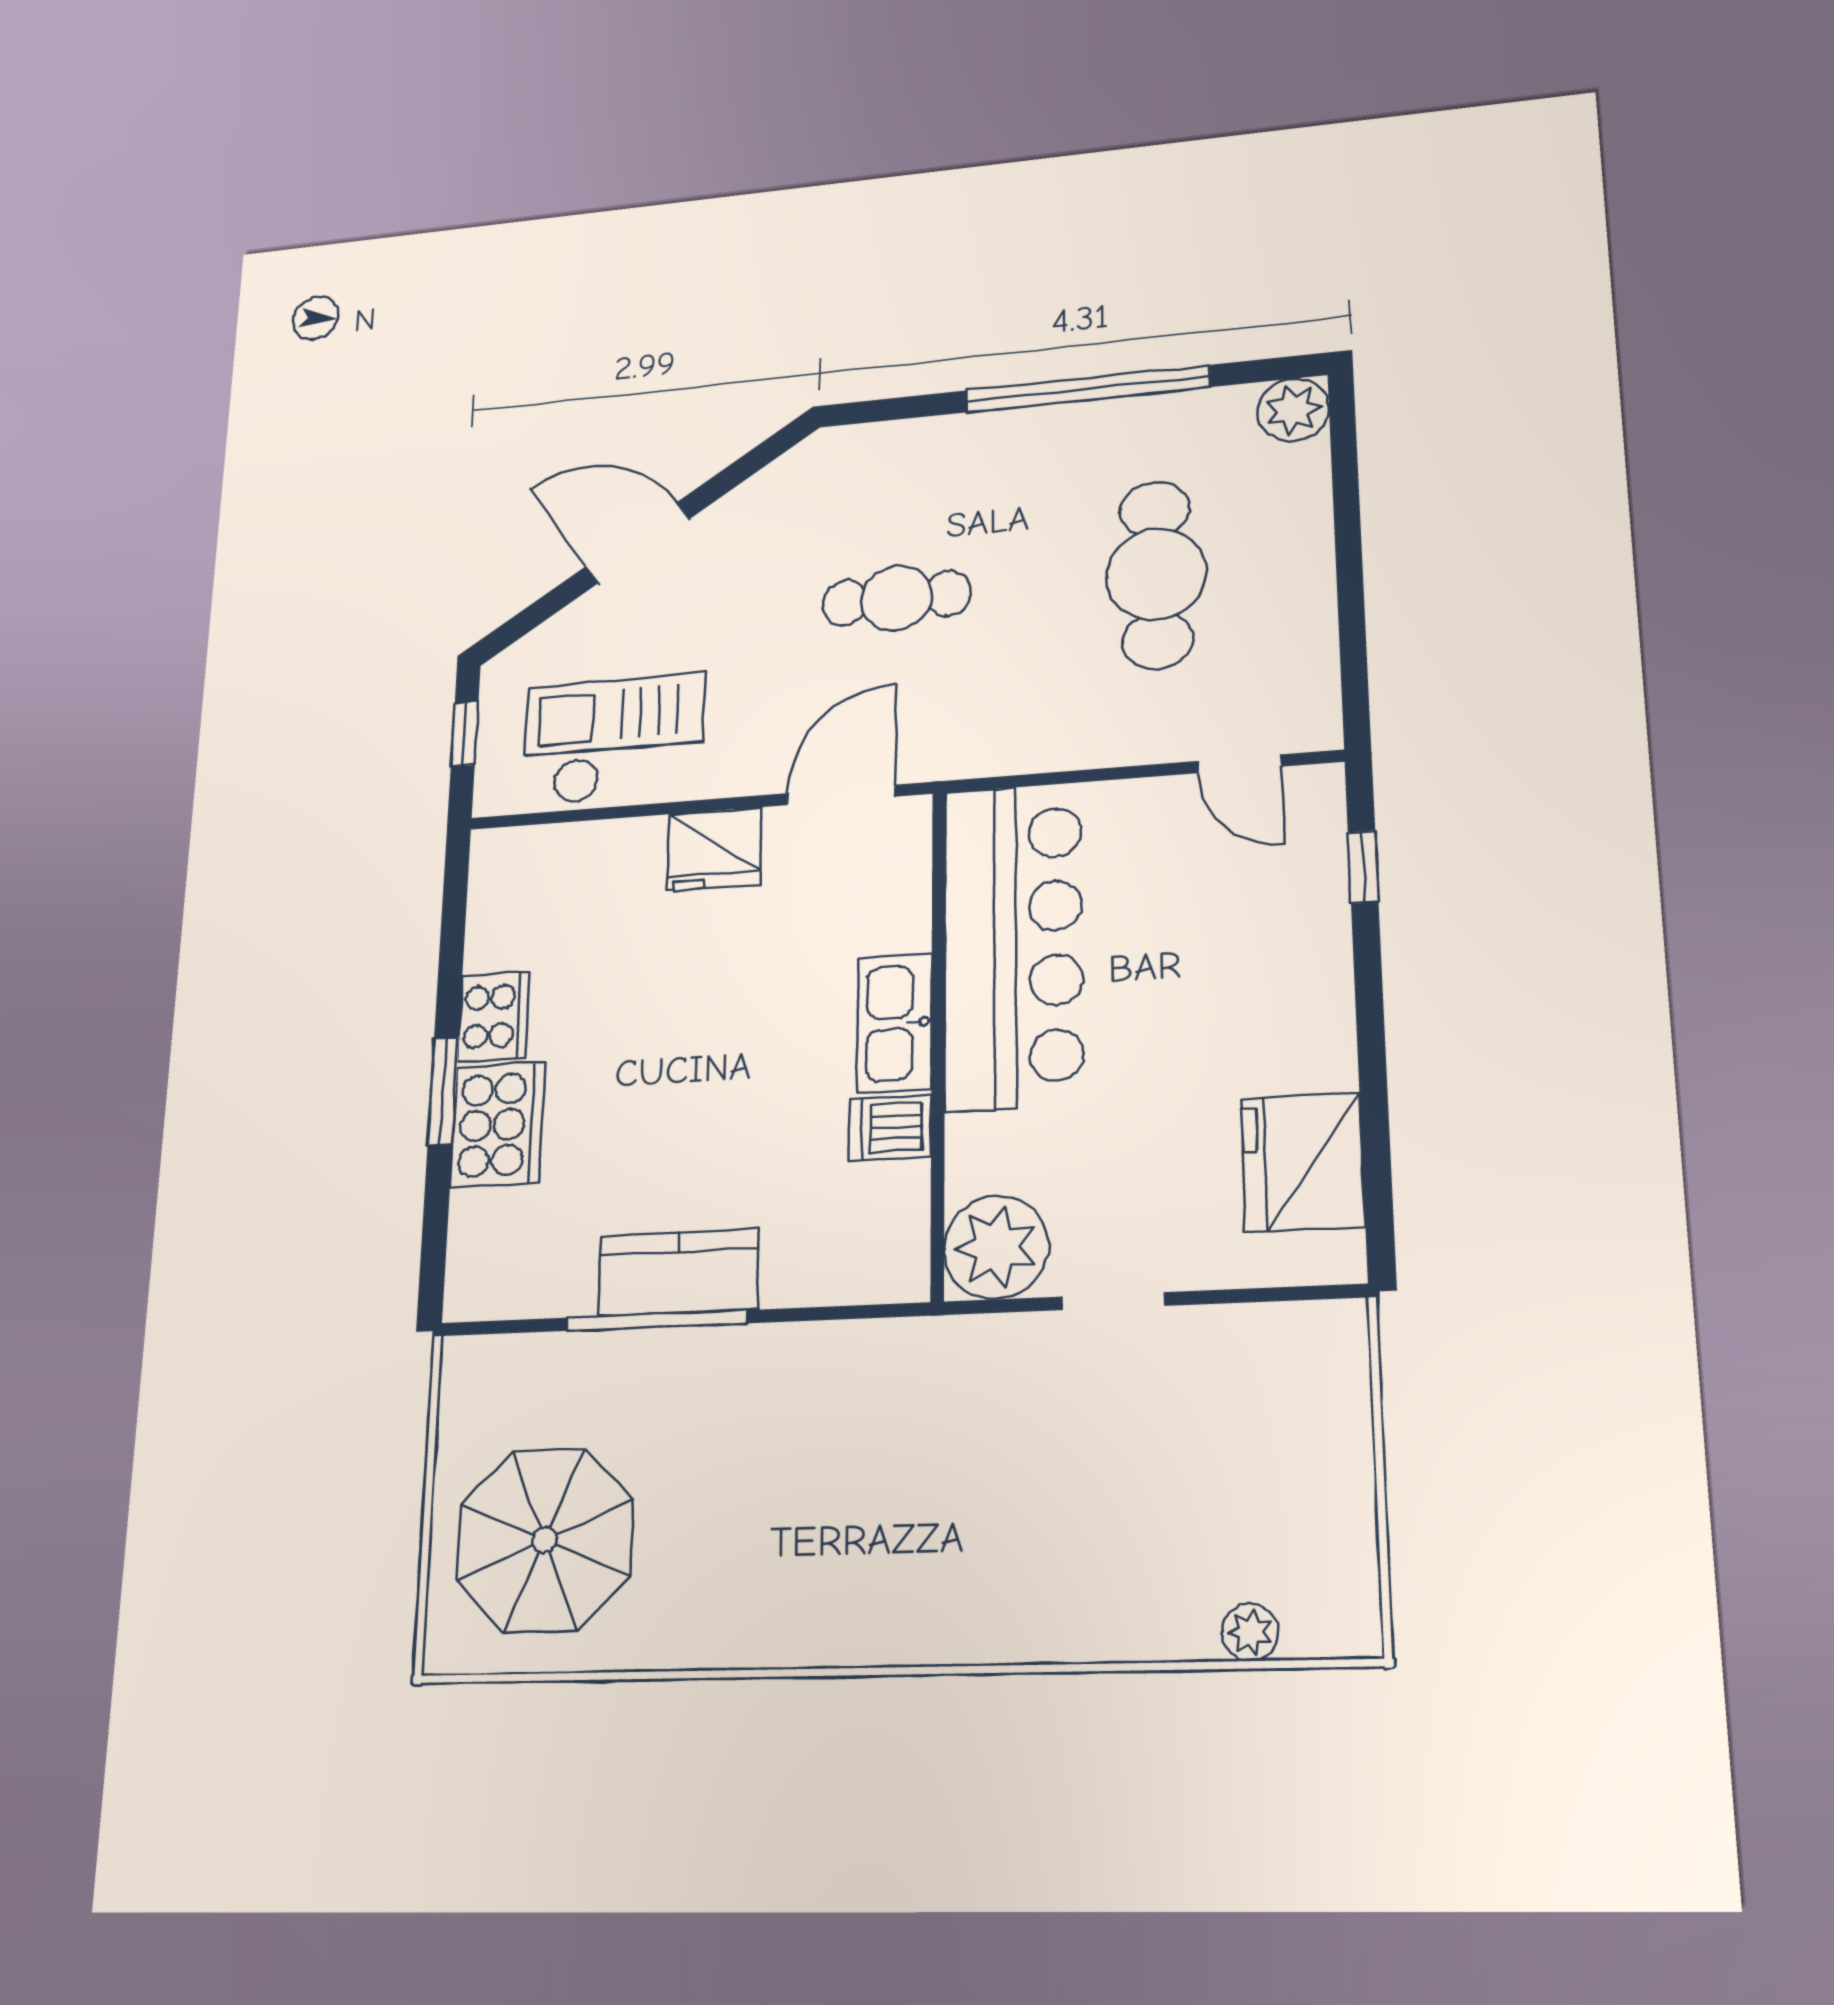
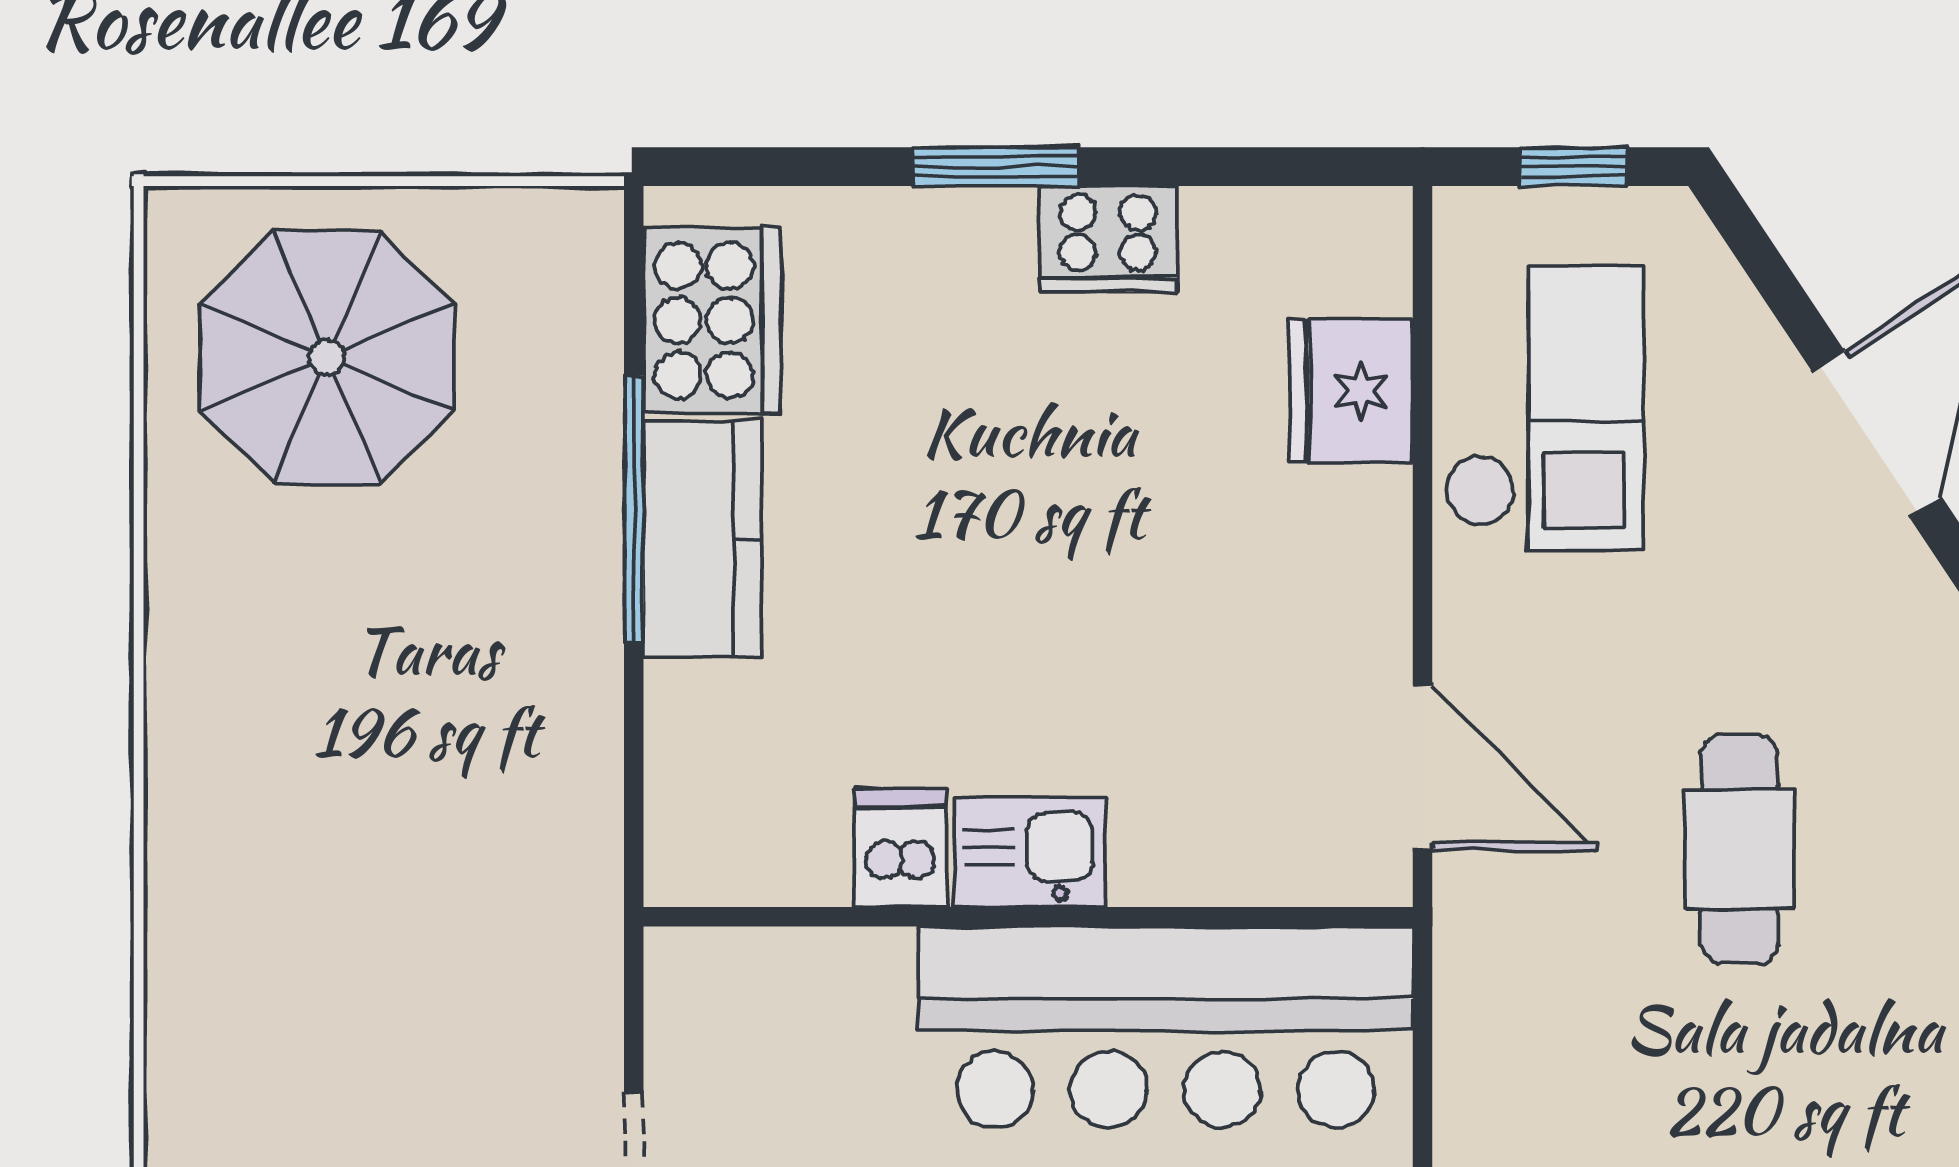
fridge: (715, 849) -> (1351, 391), moved
kitchen sink: (895, 1023) -> (1030, 853), width x0.73
cooker: (497, 1125) -> (712, 320), moved, turned -90
plant: (996, 1247) -> (718, 1001), removed

